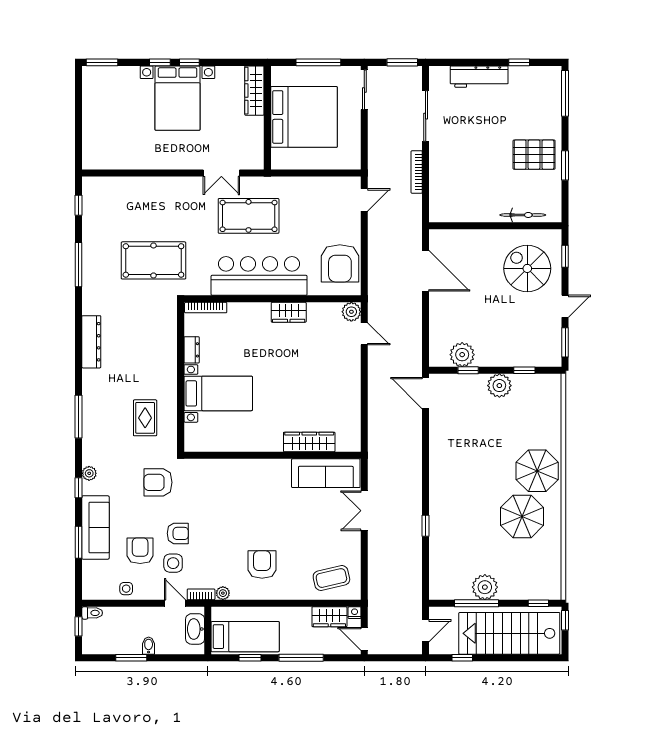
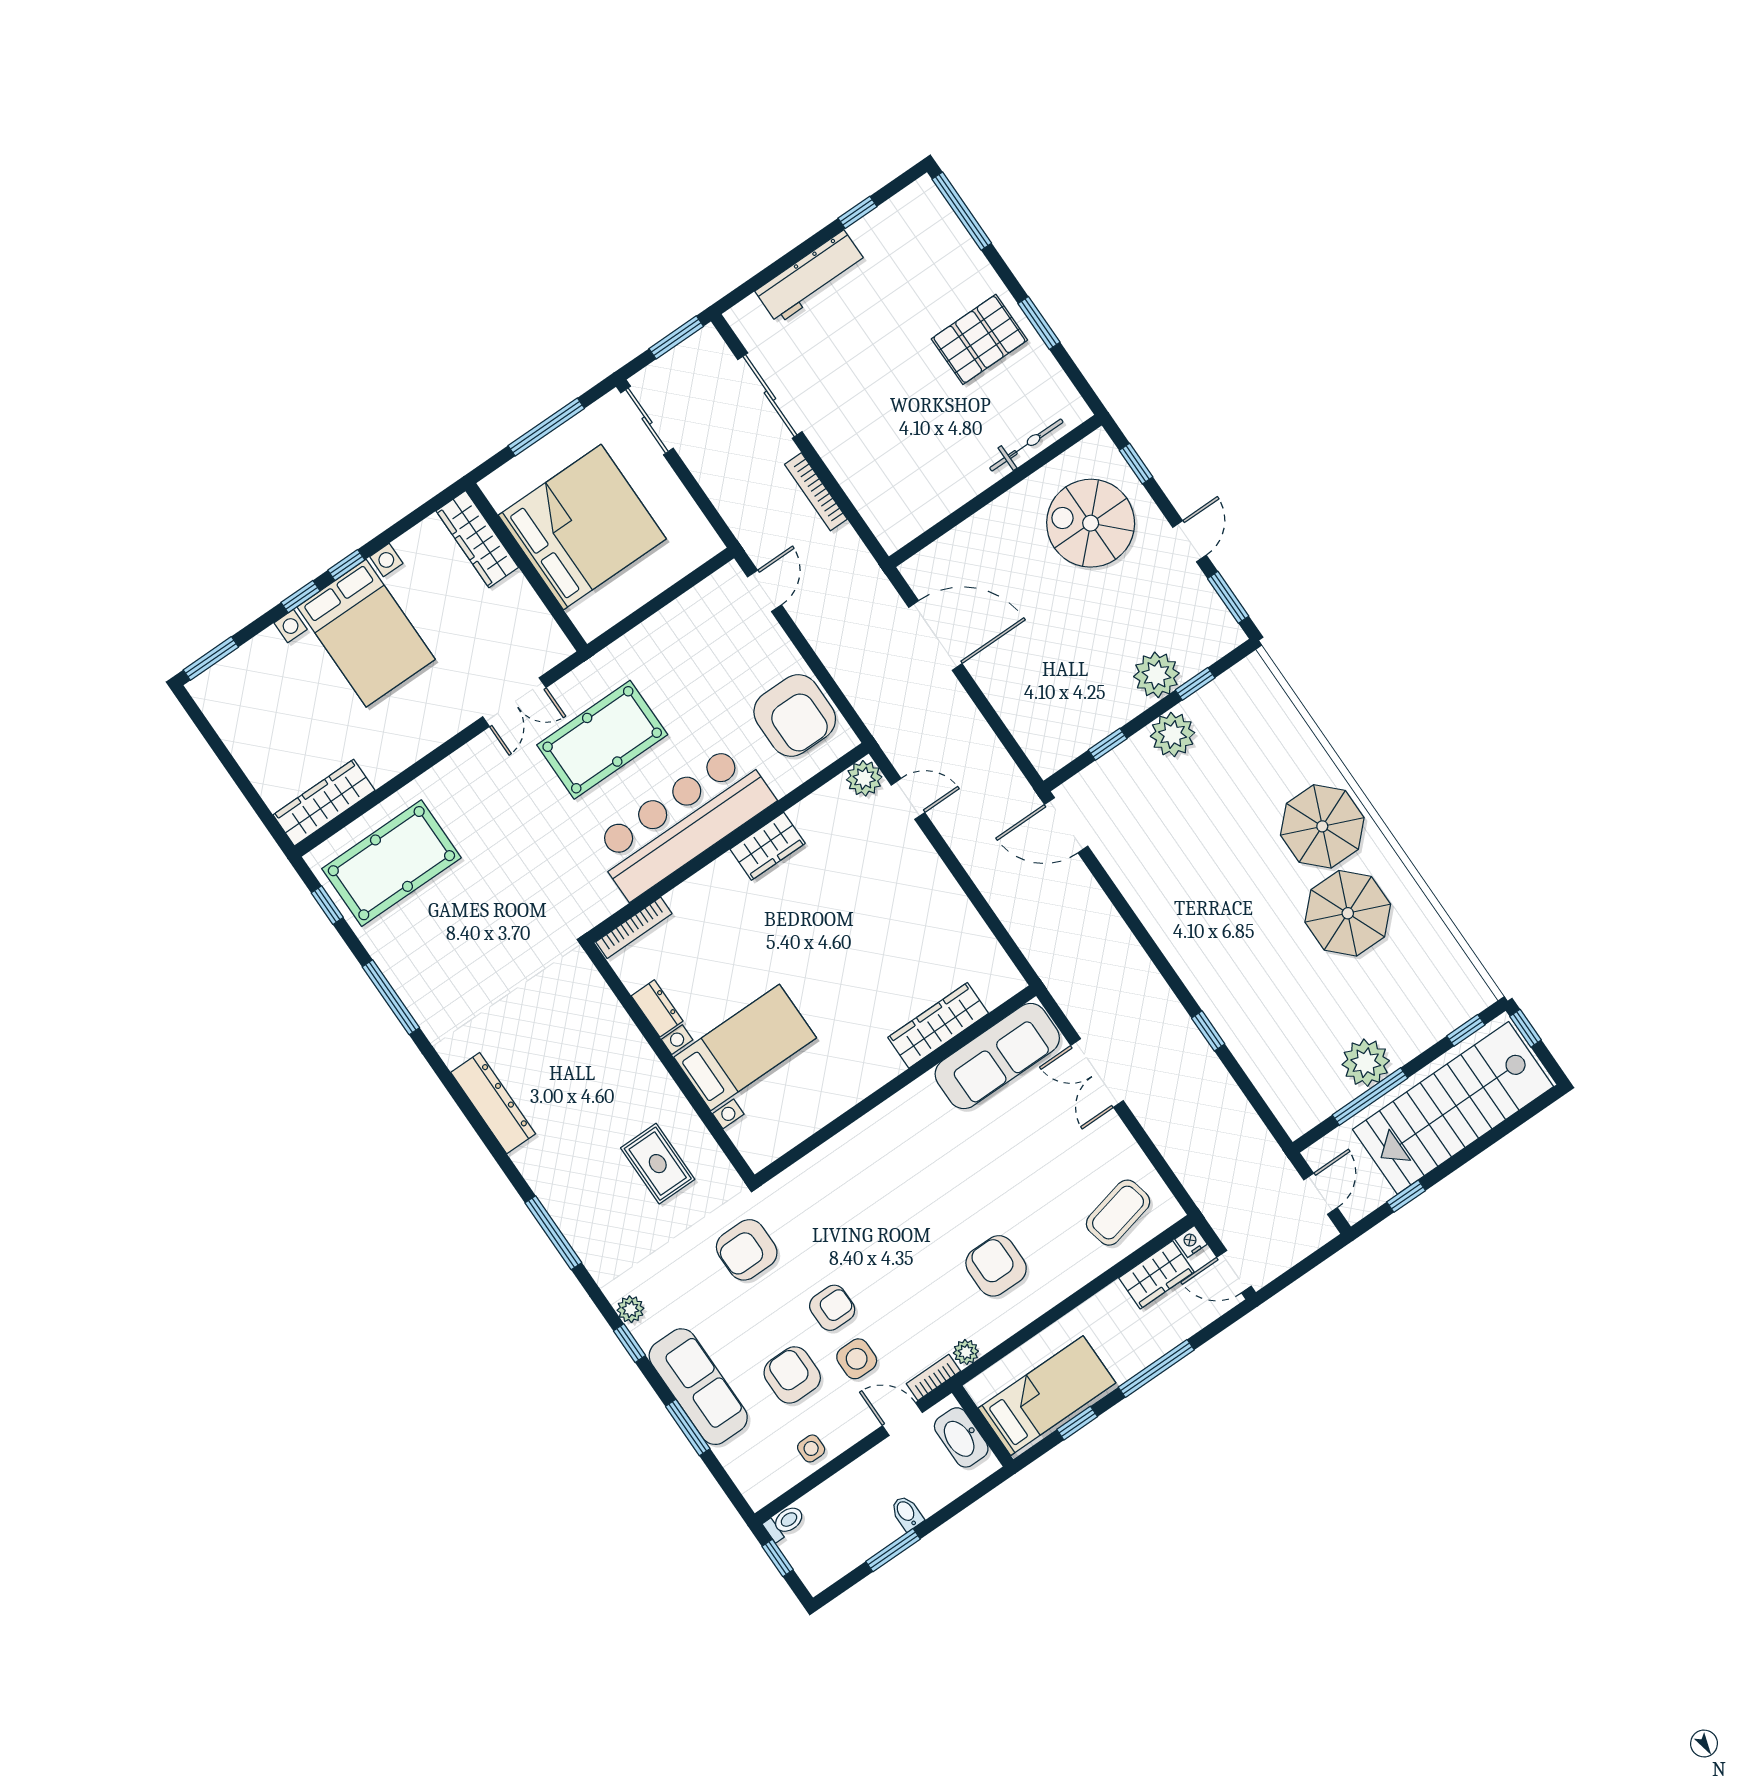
wardrobe: (108, 159) -> (324, 803), added
pool table: (153, 260) -> (391, 863), moved
plant: (462, 355) -> (1156, 675), moved

